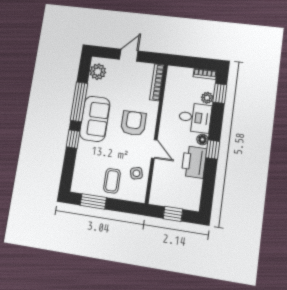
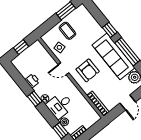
sofa: (95, 119) -> (113, 56), width x1.36
printer: (194, 162) -> (32, 81), width x0.53, depth x0.68

